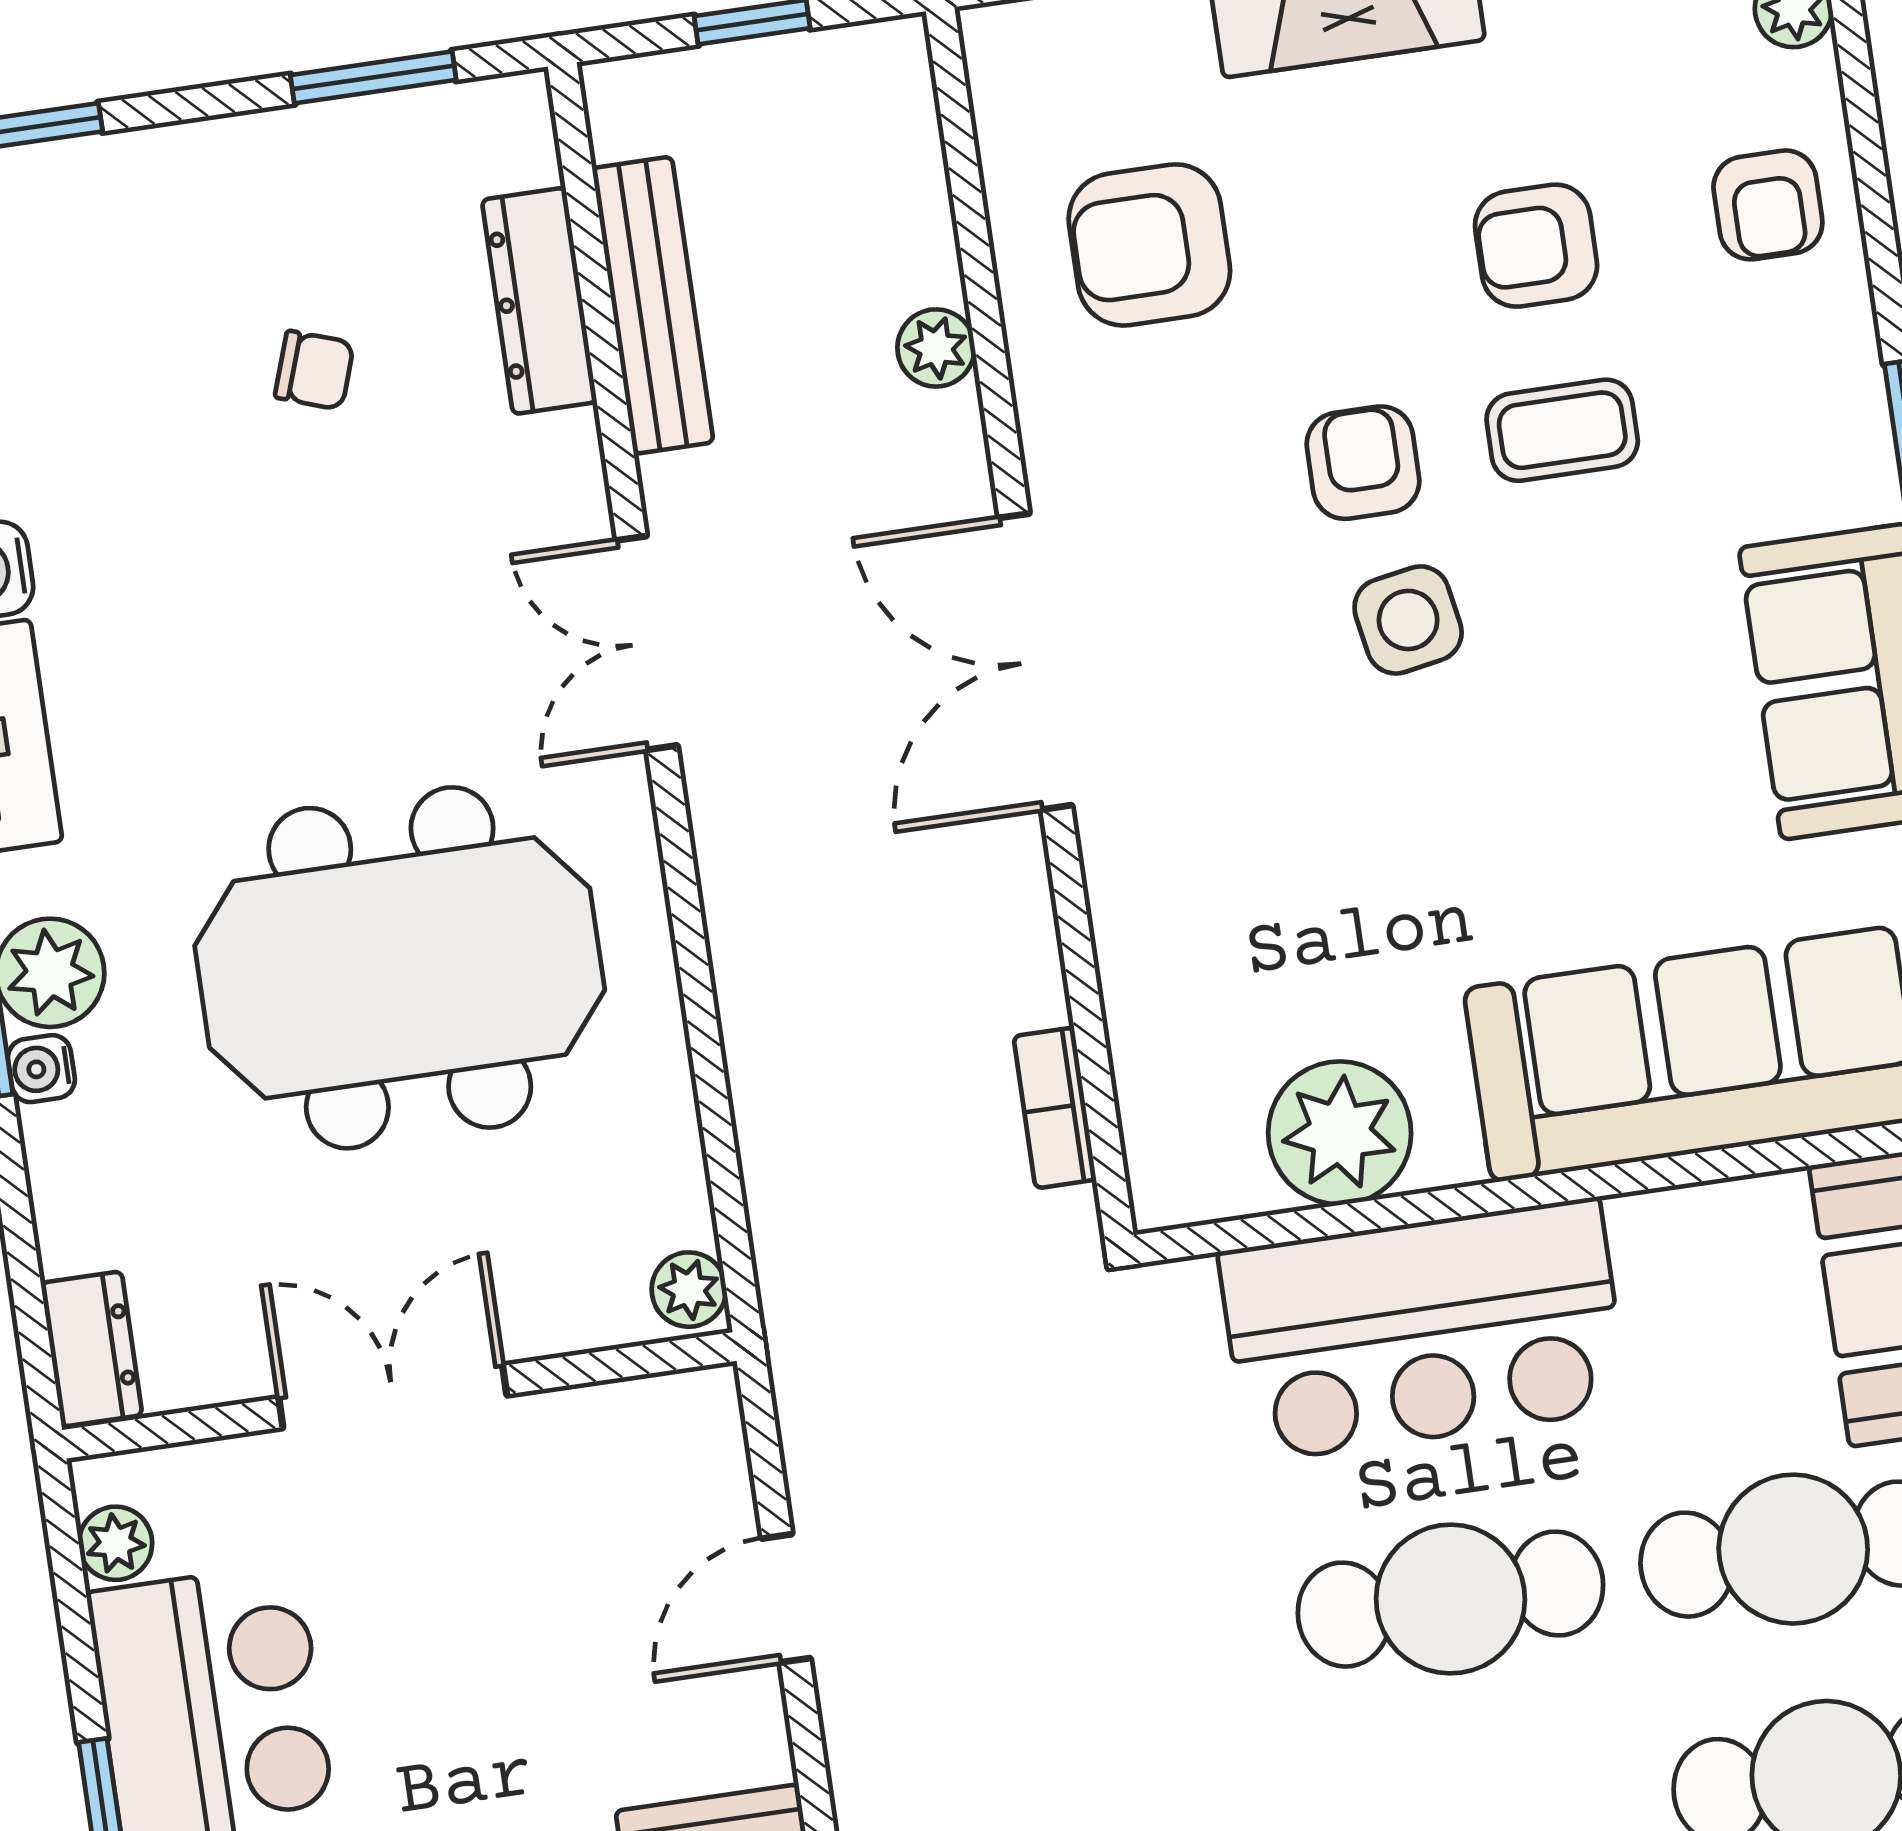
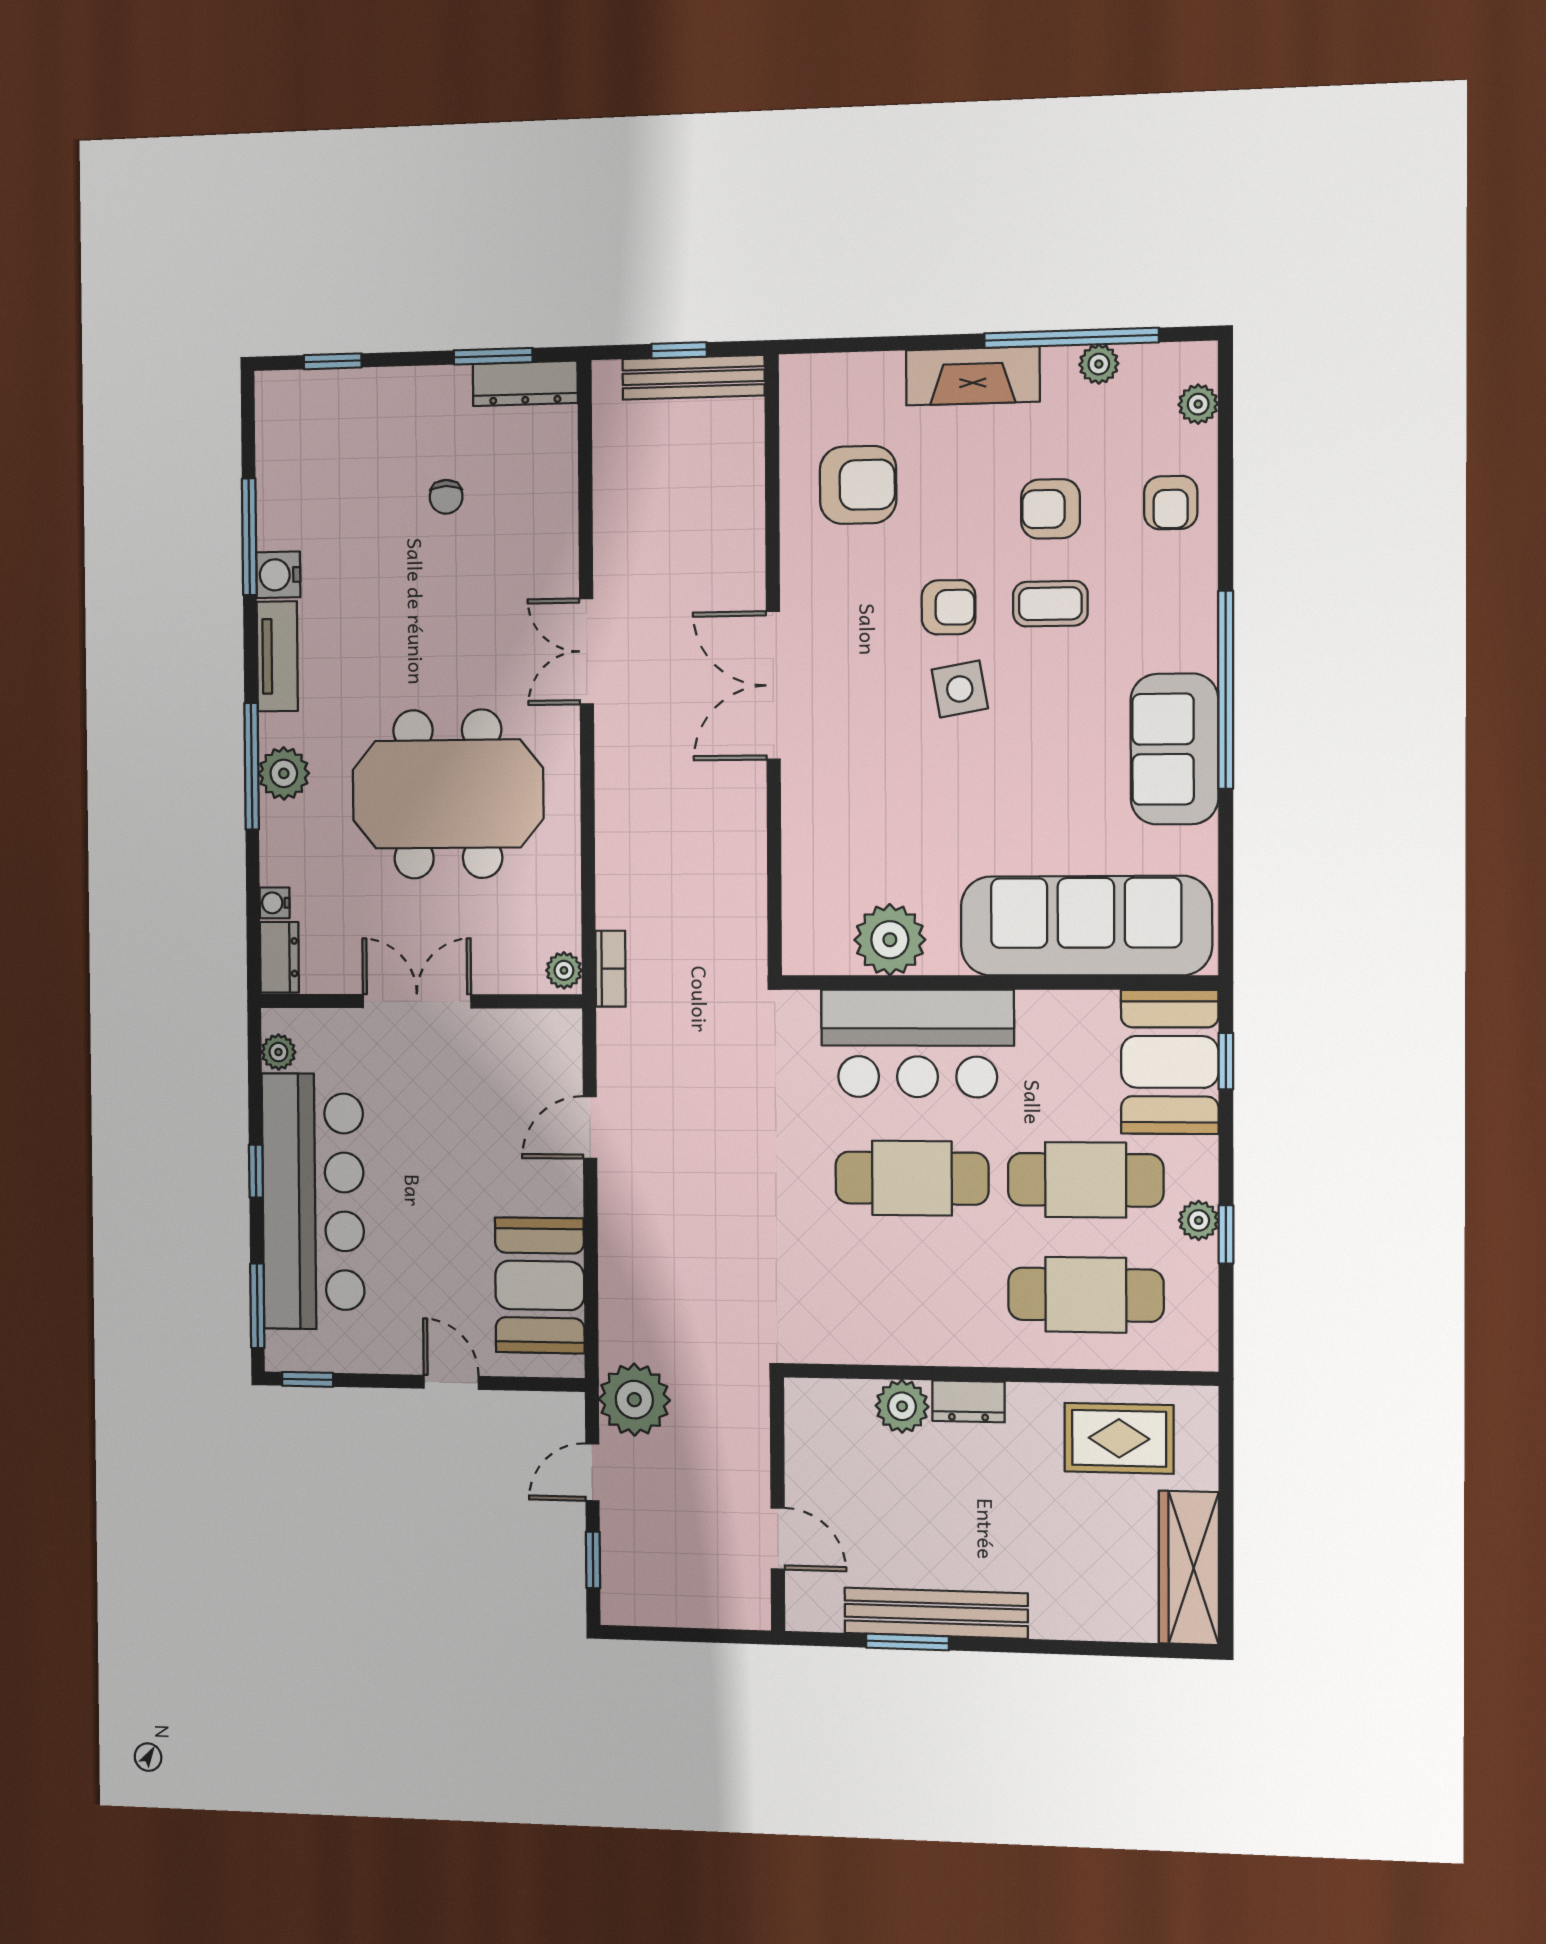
armchair: (1149, 245) -> (858, 485), turned 180
dresser: (539, 301) -> (525, 383), moved, turned -90
bench: (653, 305) -> (693, 377), moved, turned 90
plant: (936, 348) -> (746, 523), removed
chair: (314, 370) -> (446, 497), turned 71
armchair: (1363, 463) -> (949, 607), turned 90
water cooler: (41, 1069) -> (275, 903), moved
bookcase: (1055, 1108) -> (611, 969), moved, turned 180

